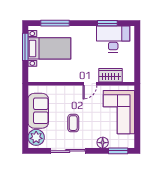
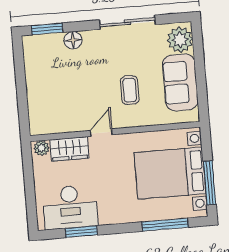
bed with nightstands: (49, 48) -> (170, 173), width x1.36
plant: (128, 77) -> (41, 148), added
corner sofa: (119, 112) -> (51, 91), removed
coffee table: (73, 123) -> (130, 90), moved

